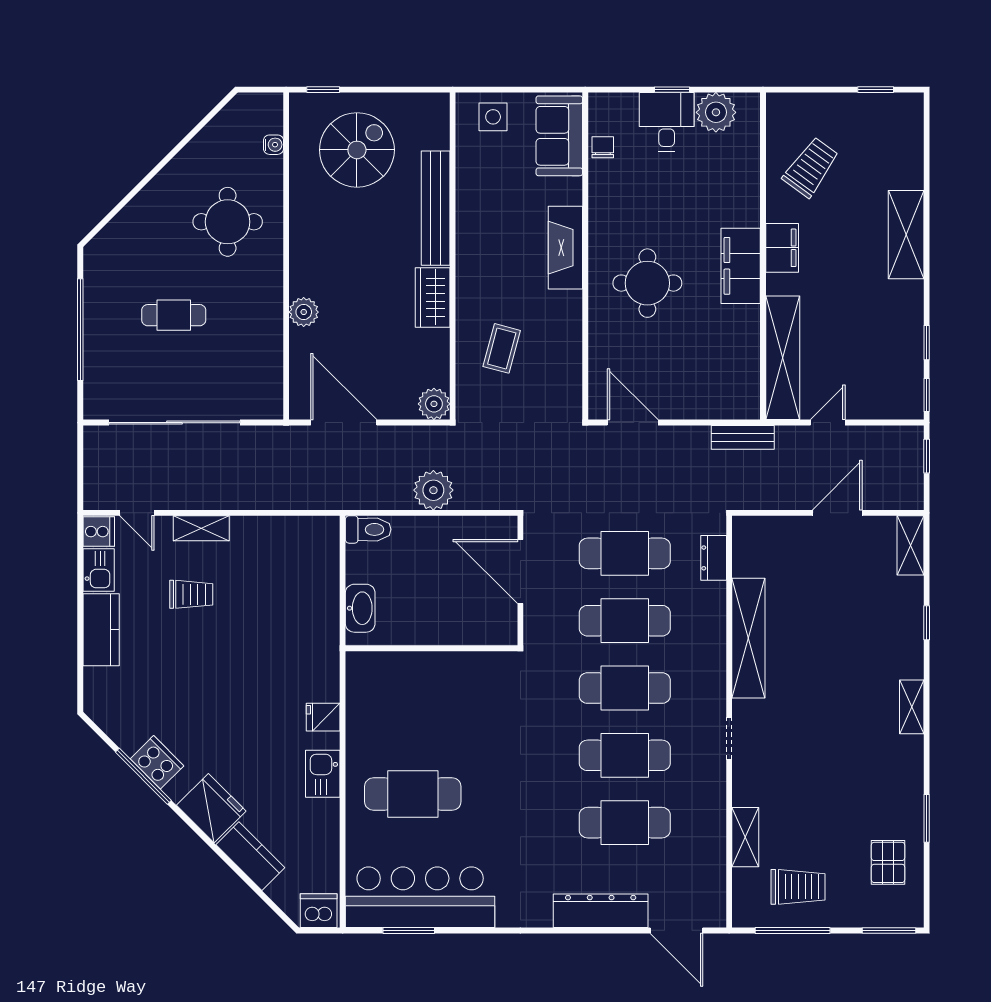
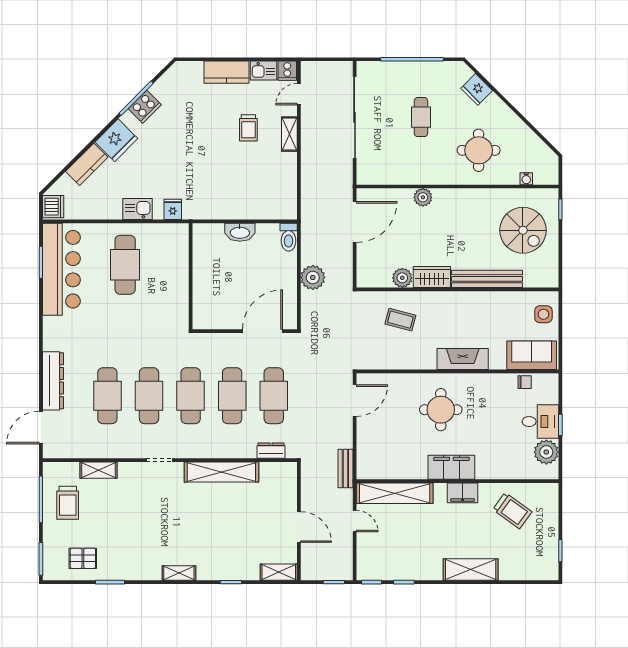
fridge: (129, 225) -> (477, 89), added
plant: (434, 404) -> (402, 278), moved
wall: (431, 648) -> (191, 276), moved

